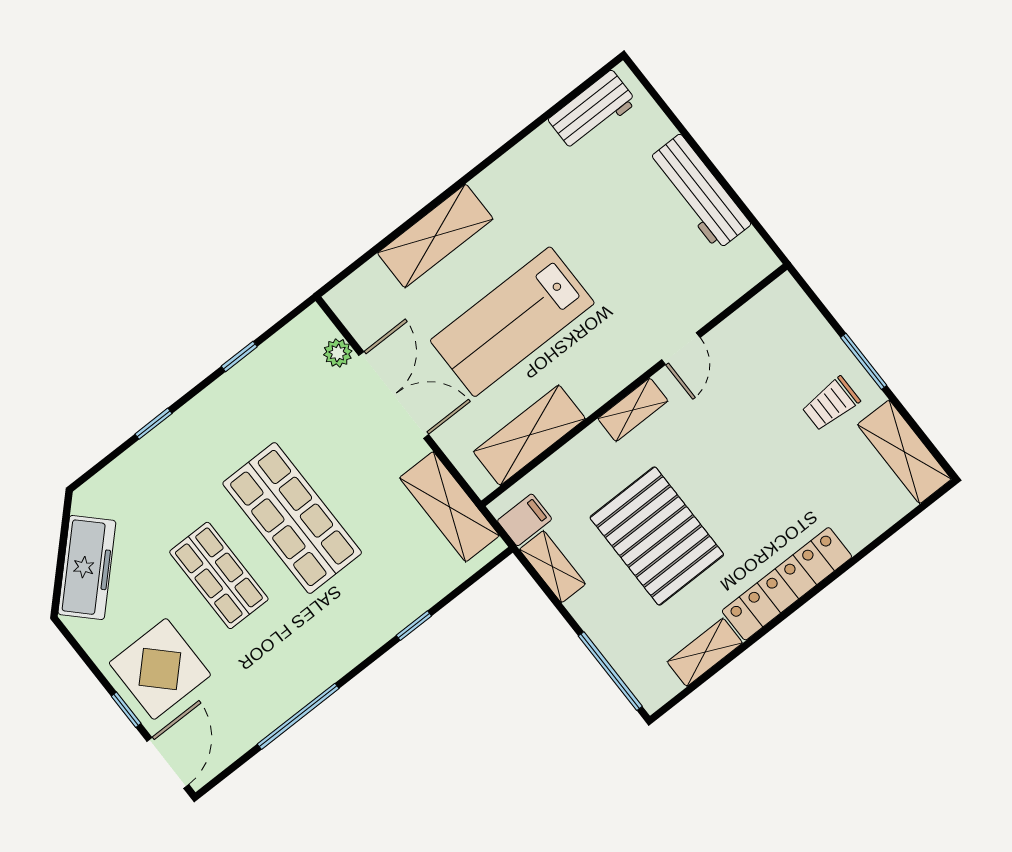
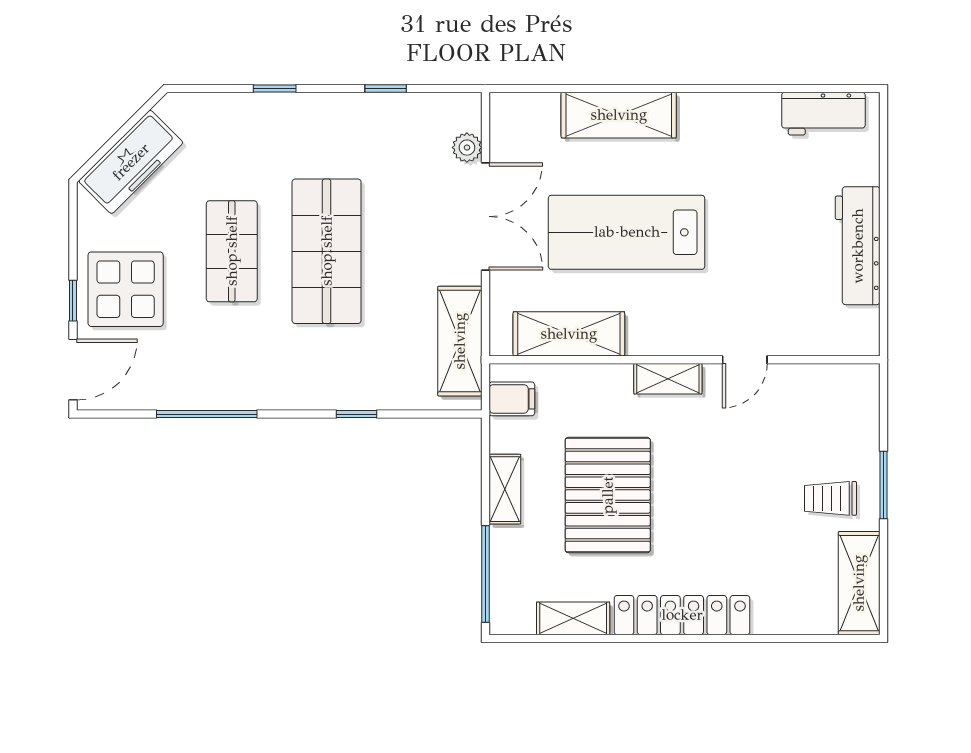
shelving: (553, 567) -> (505, 489), moved

